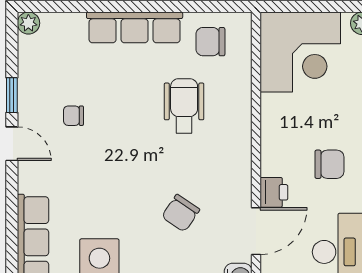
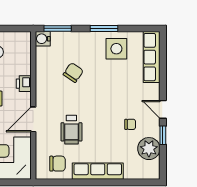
plant: (28, 23) -> (149, 149), moved, width x1.88, depth x1.88
door: (256, 231) -> (33, 119), moved

